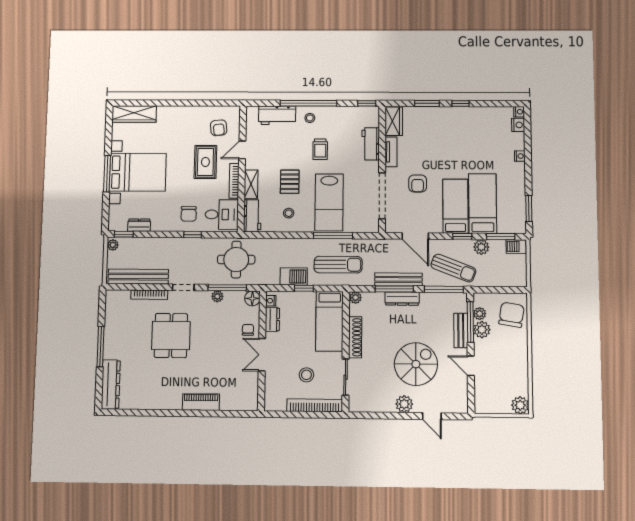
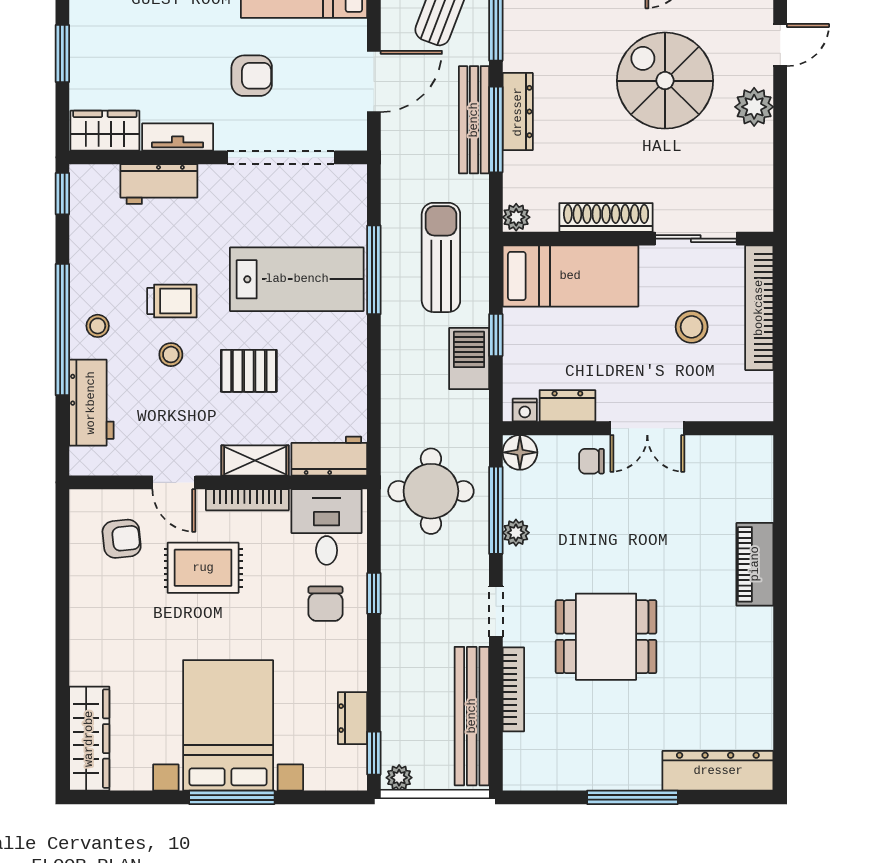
stool: (289, 213) -> (171, 355), moved
chair: (189, 214) -> (325, 604), turned 90

